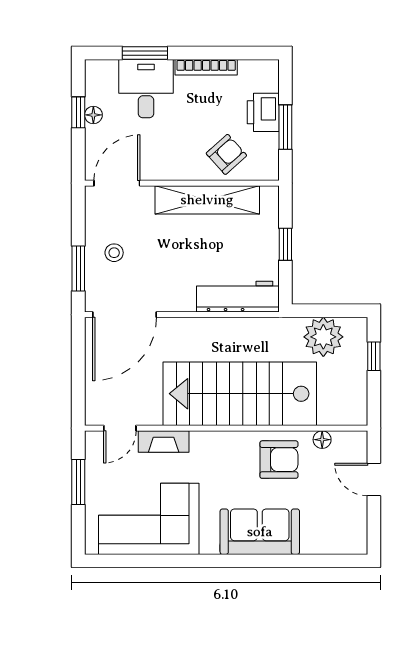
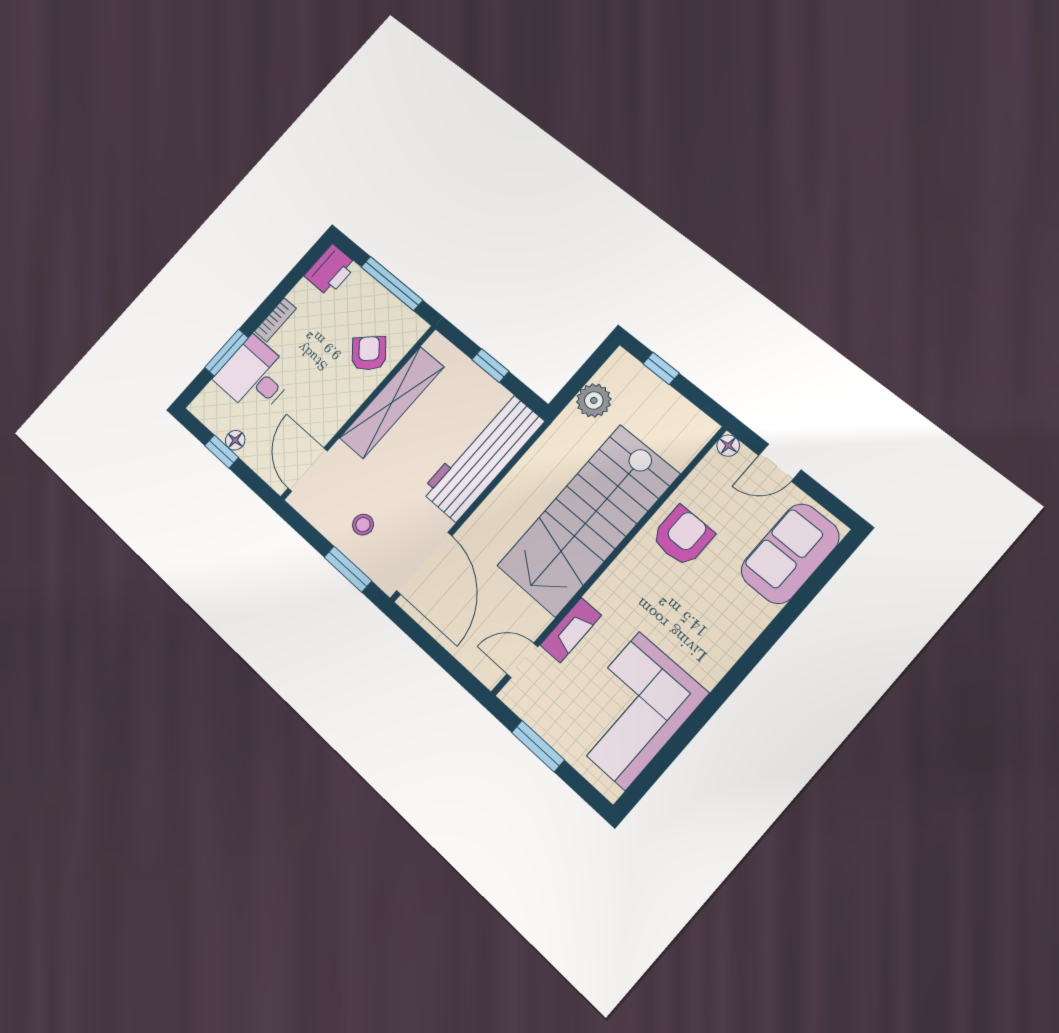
bookcase: (206, 67) -> (275, 320), width x0.64
printer: (263, 112) -> (331, 270), moved, turned -90
window: (285, 127) -> (392, 283), width x1.44
workbench: (238, 297) -> (483, 456), width x1.36, depth x1.32
plant: (323, 337) -> (594, 400), width x0.73, depth x0.73
door: (120, 428) -> (522, 660), swing flipped
floor lamp: (322, 440) -> (728, 446), moved
sofa: (260, 532) -> (790, 554), moved

